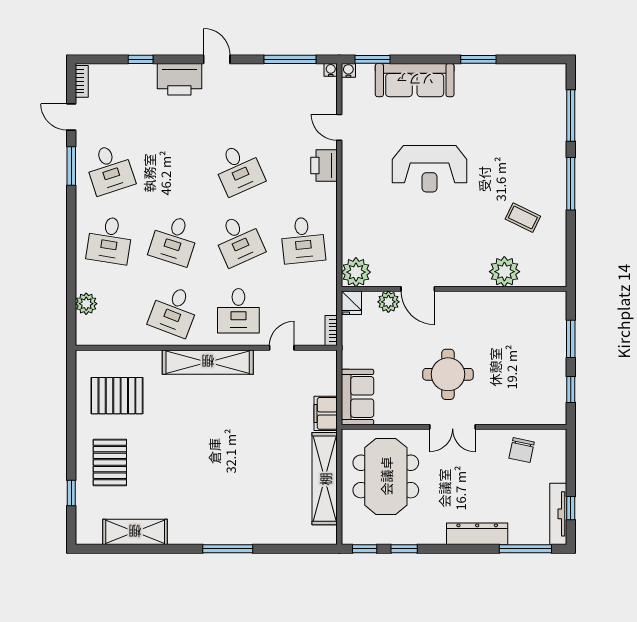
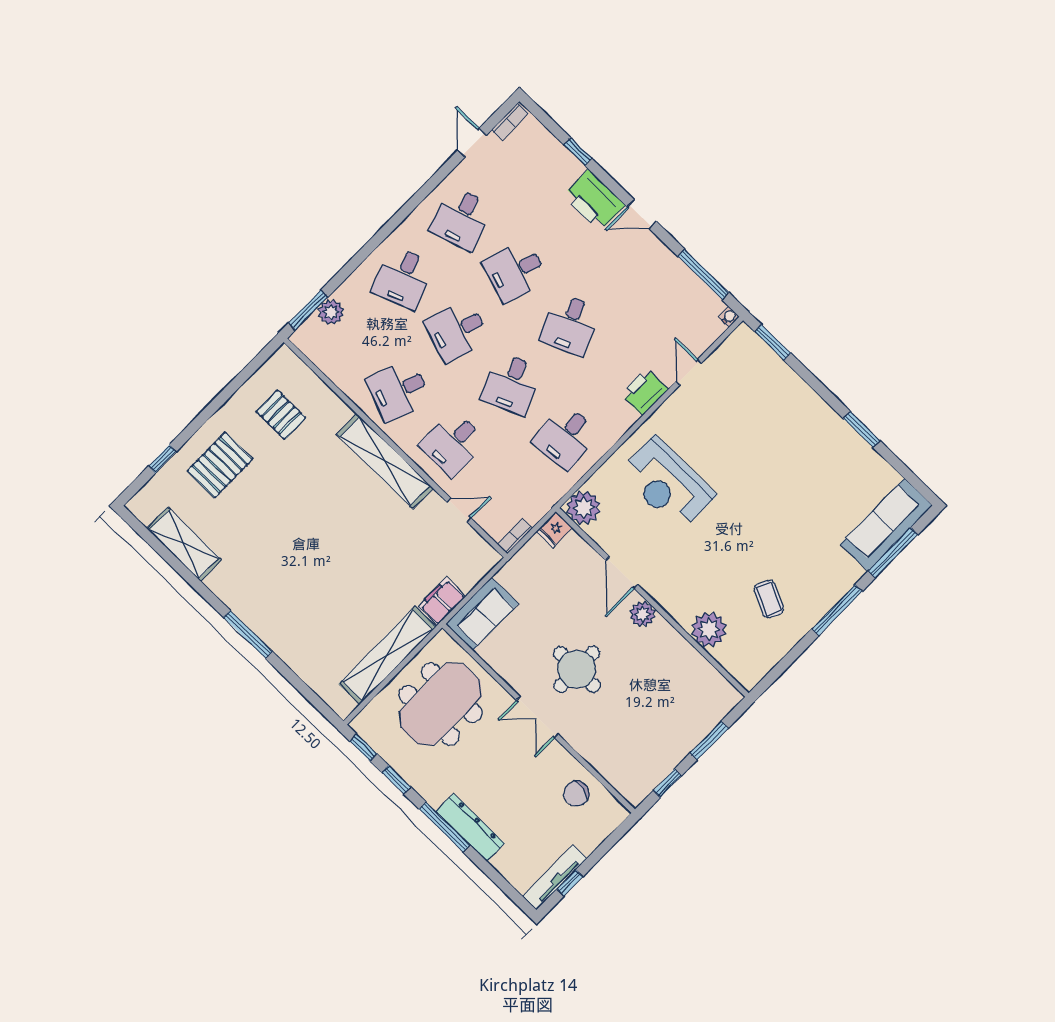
door: (217, 59) -> (642, 214), swing flipped
water cooler: (348, 70) -> (743, 332), removed
sofa: (415, 80) -> (886, 525), moved, turned 90
window: (71, 166) -> (308, 310), moved
desk: (174, 169) -> (515, 271), added
reception desk: (430, 169) -> (667, 484), moved
desk: (110, 240) -> (403, 278), turned -30
plant: (388, 302) -> (642, 614), moved
pallet: (117, 396) -> (281, 415), width x0.67, depth x0.71
window: (525, 549) -> (444, 827), moved

